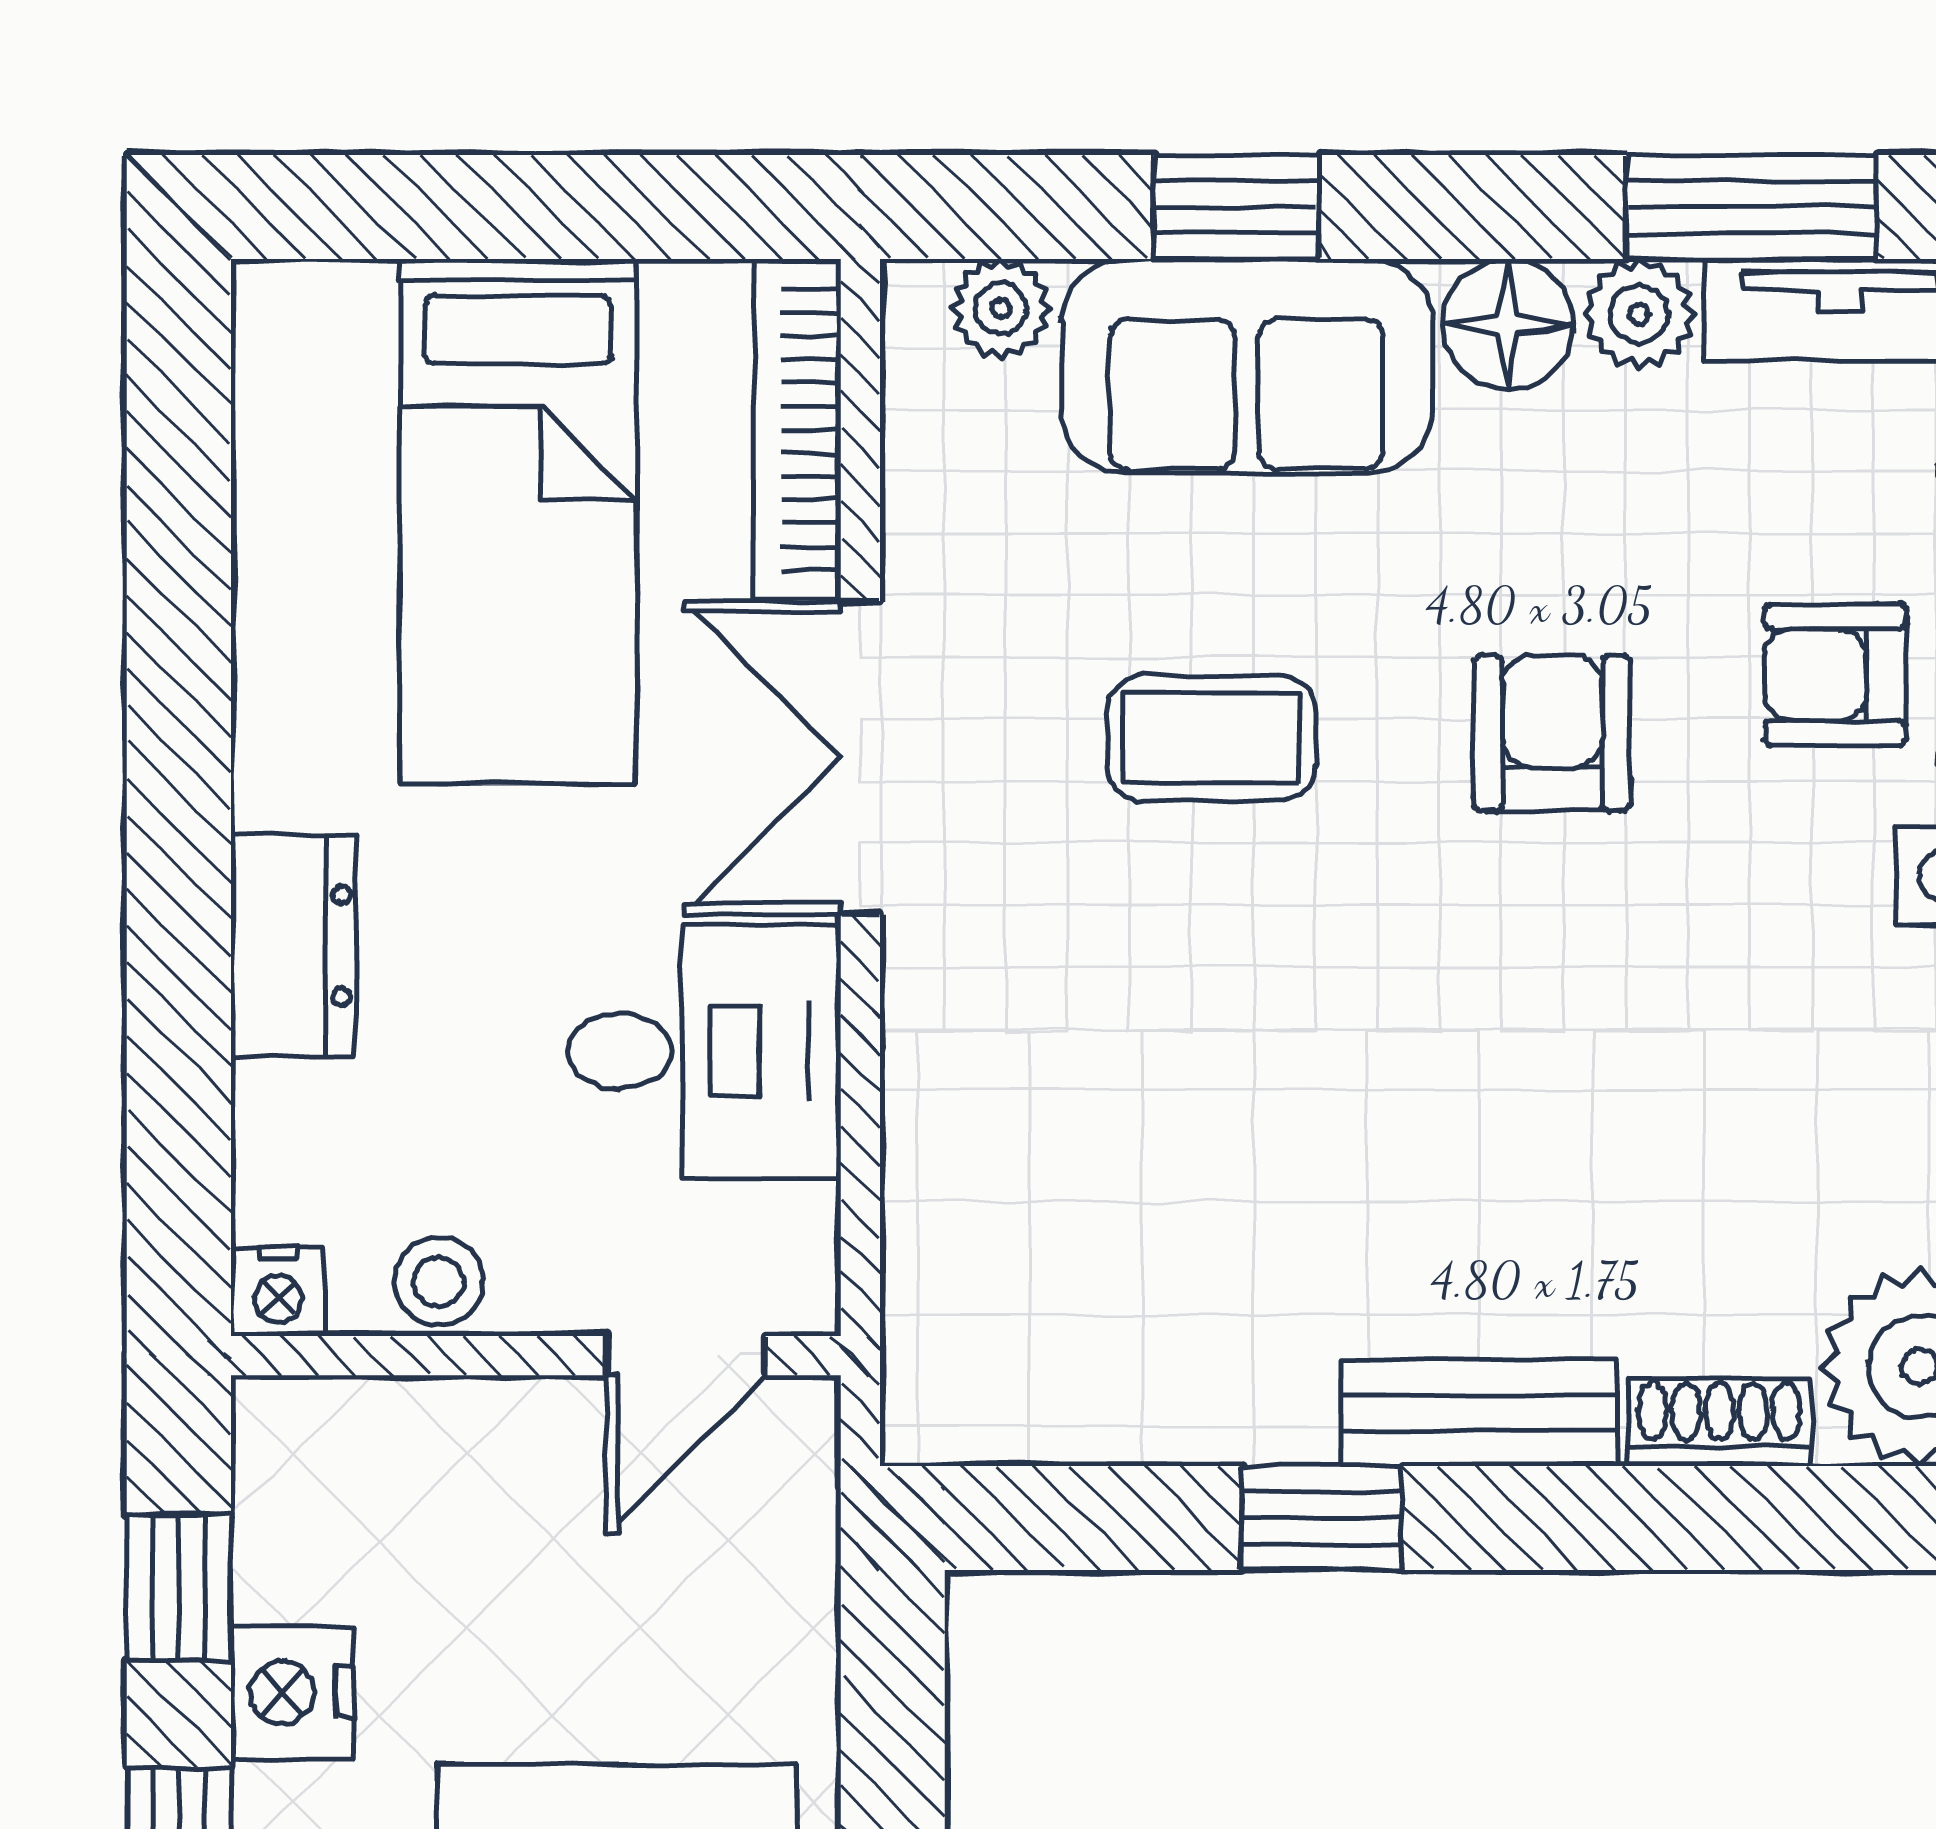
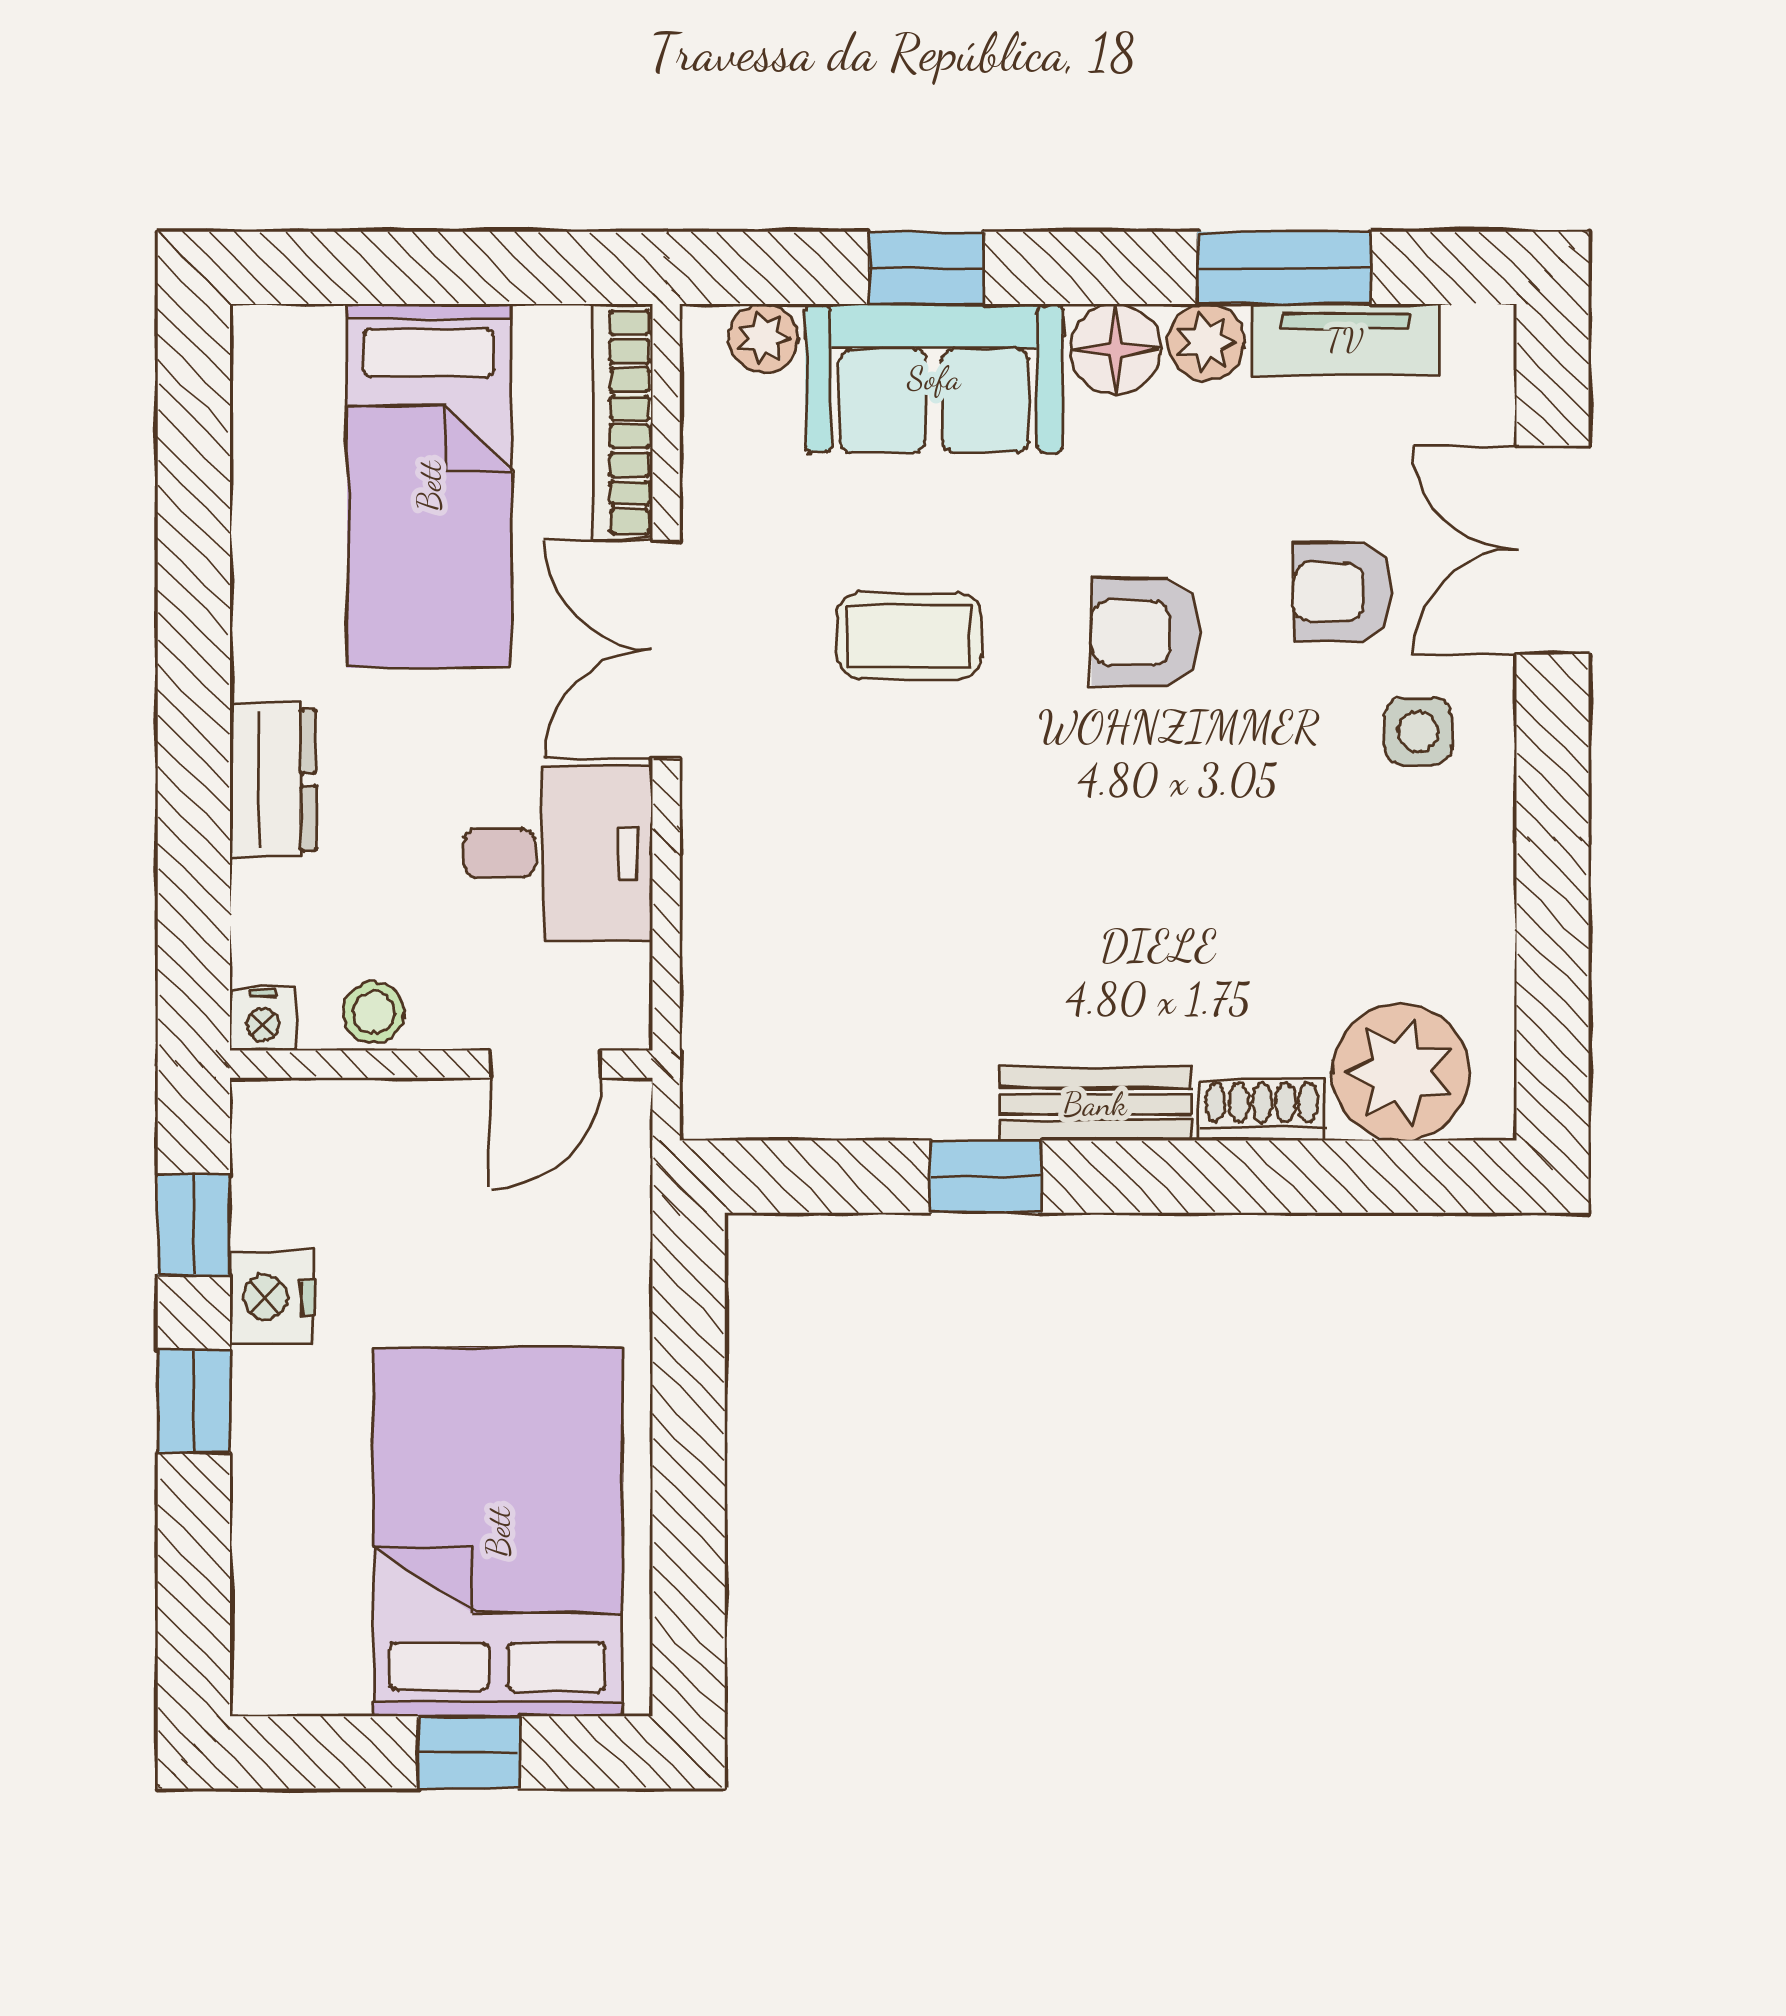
armchair: (1552, 733) -> (1146, 632), turned -90

